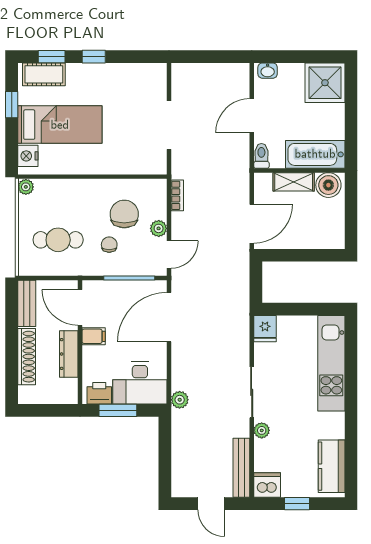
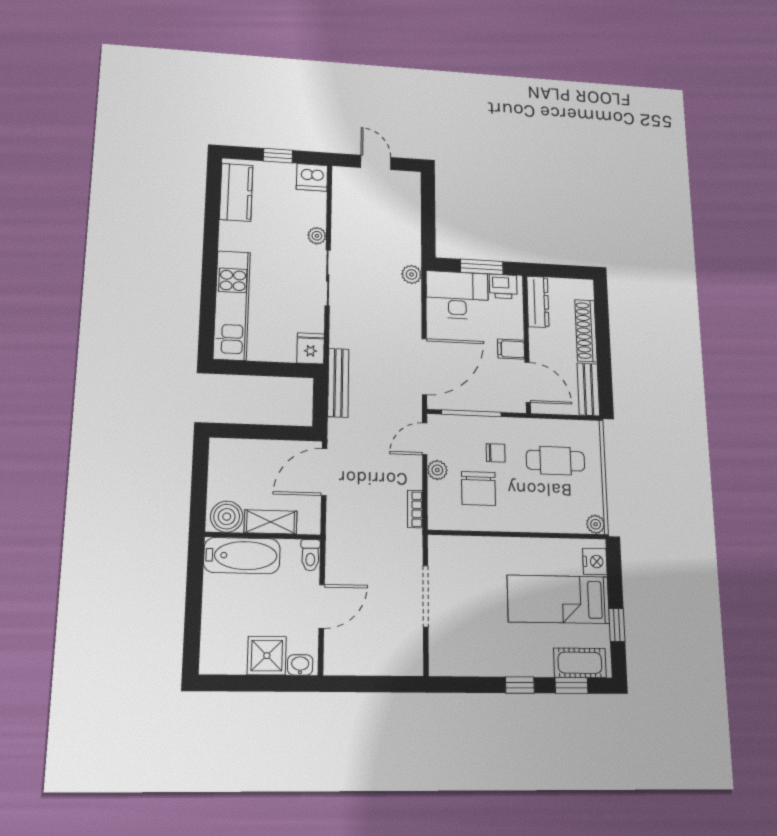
shower: (325, 83) -> (267, 656), moved, width x0.73, depth x0.73
chair: (109, 245) -> (496, 453), turned -90
dresser: (69, 354) -> (538, 302), moved
bench: (241, 468) -> (338, 383), moved

